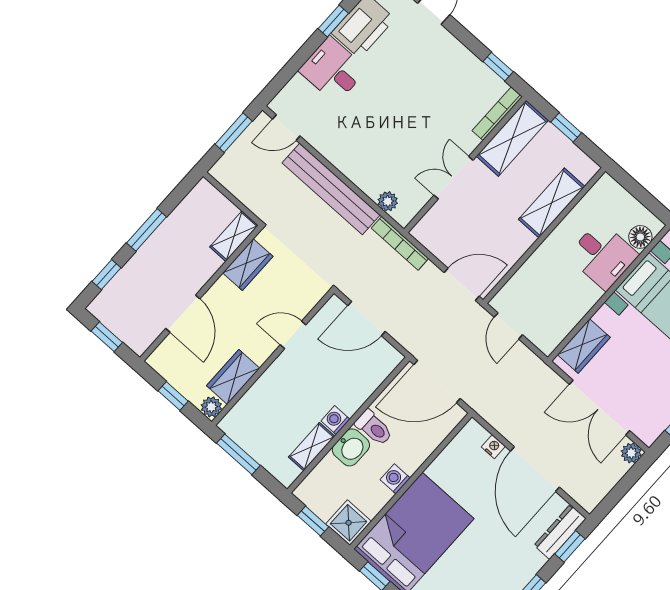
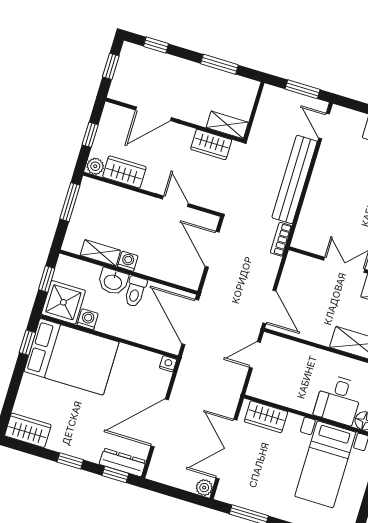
plant: (388, 201) -> (305, 225), removed
window: (147, 230) -> (219, 64), moved
bookcase: (400, 243) -> (281, 239), width x0.64
nightstand: (493, 447) -> (168, 364), moved, turned -90
washing machine: (395, 479) -> (88, 319), moved
shower: (349, 523) -> (63, 302), width x1.36, depth x1.36

